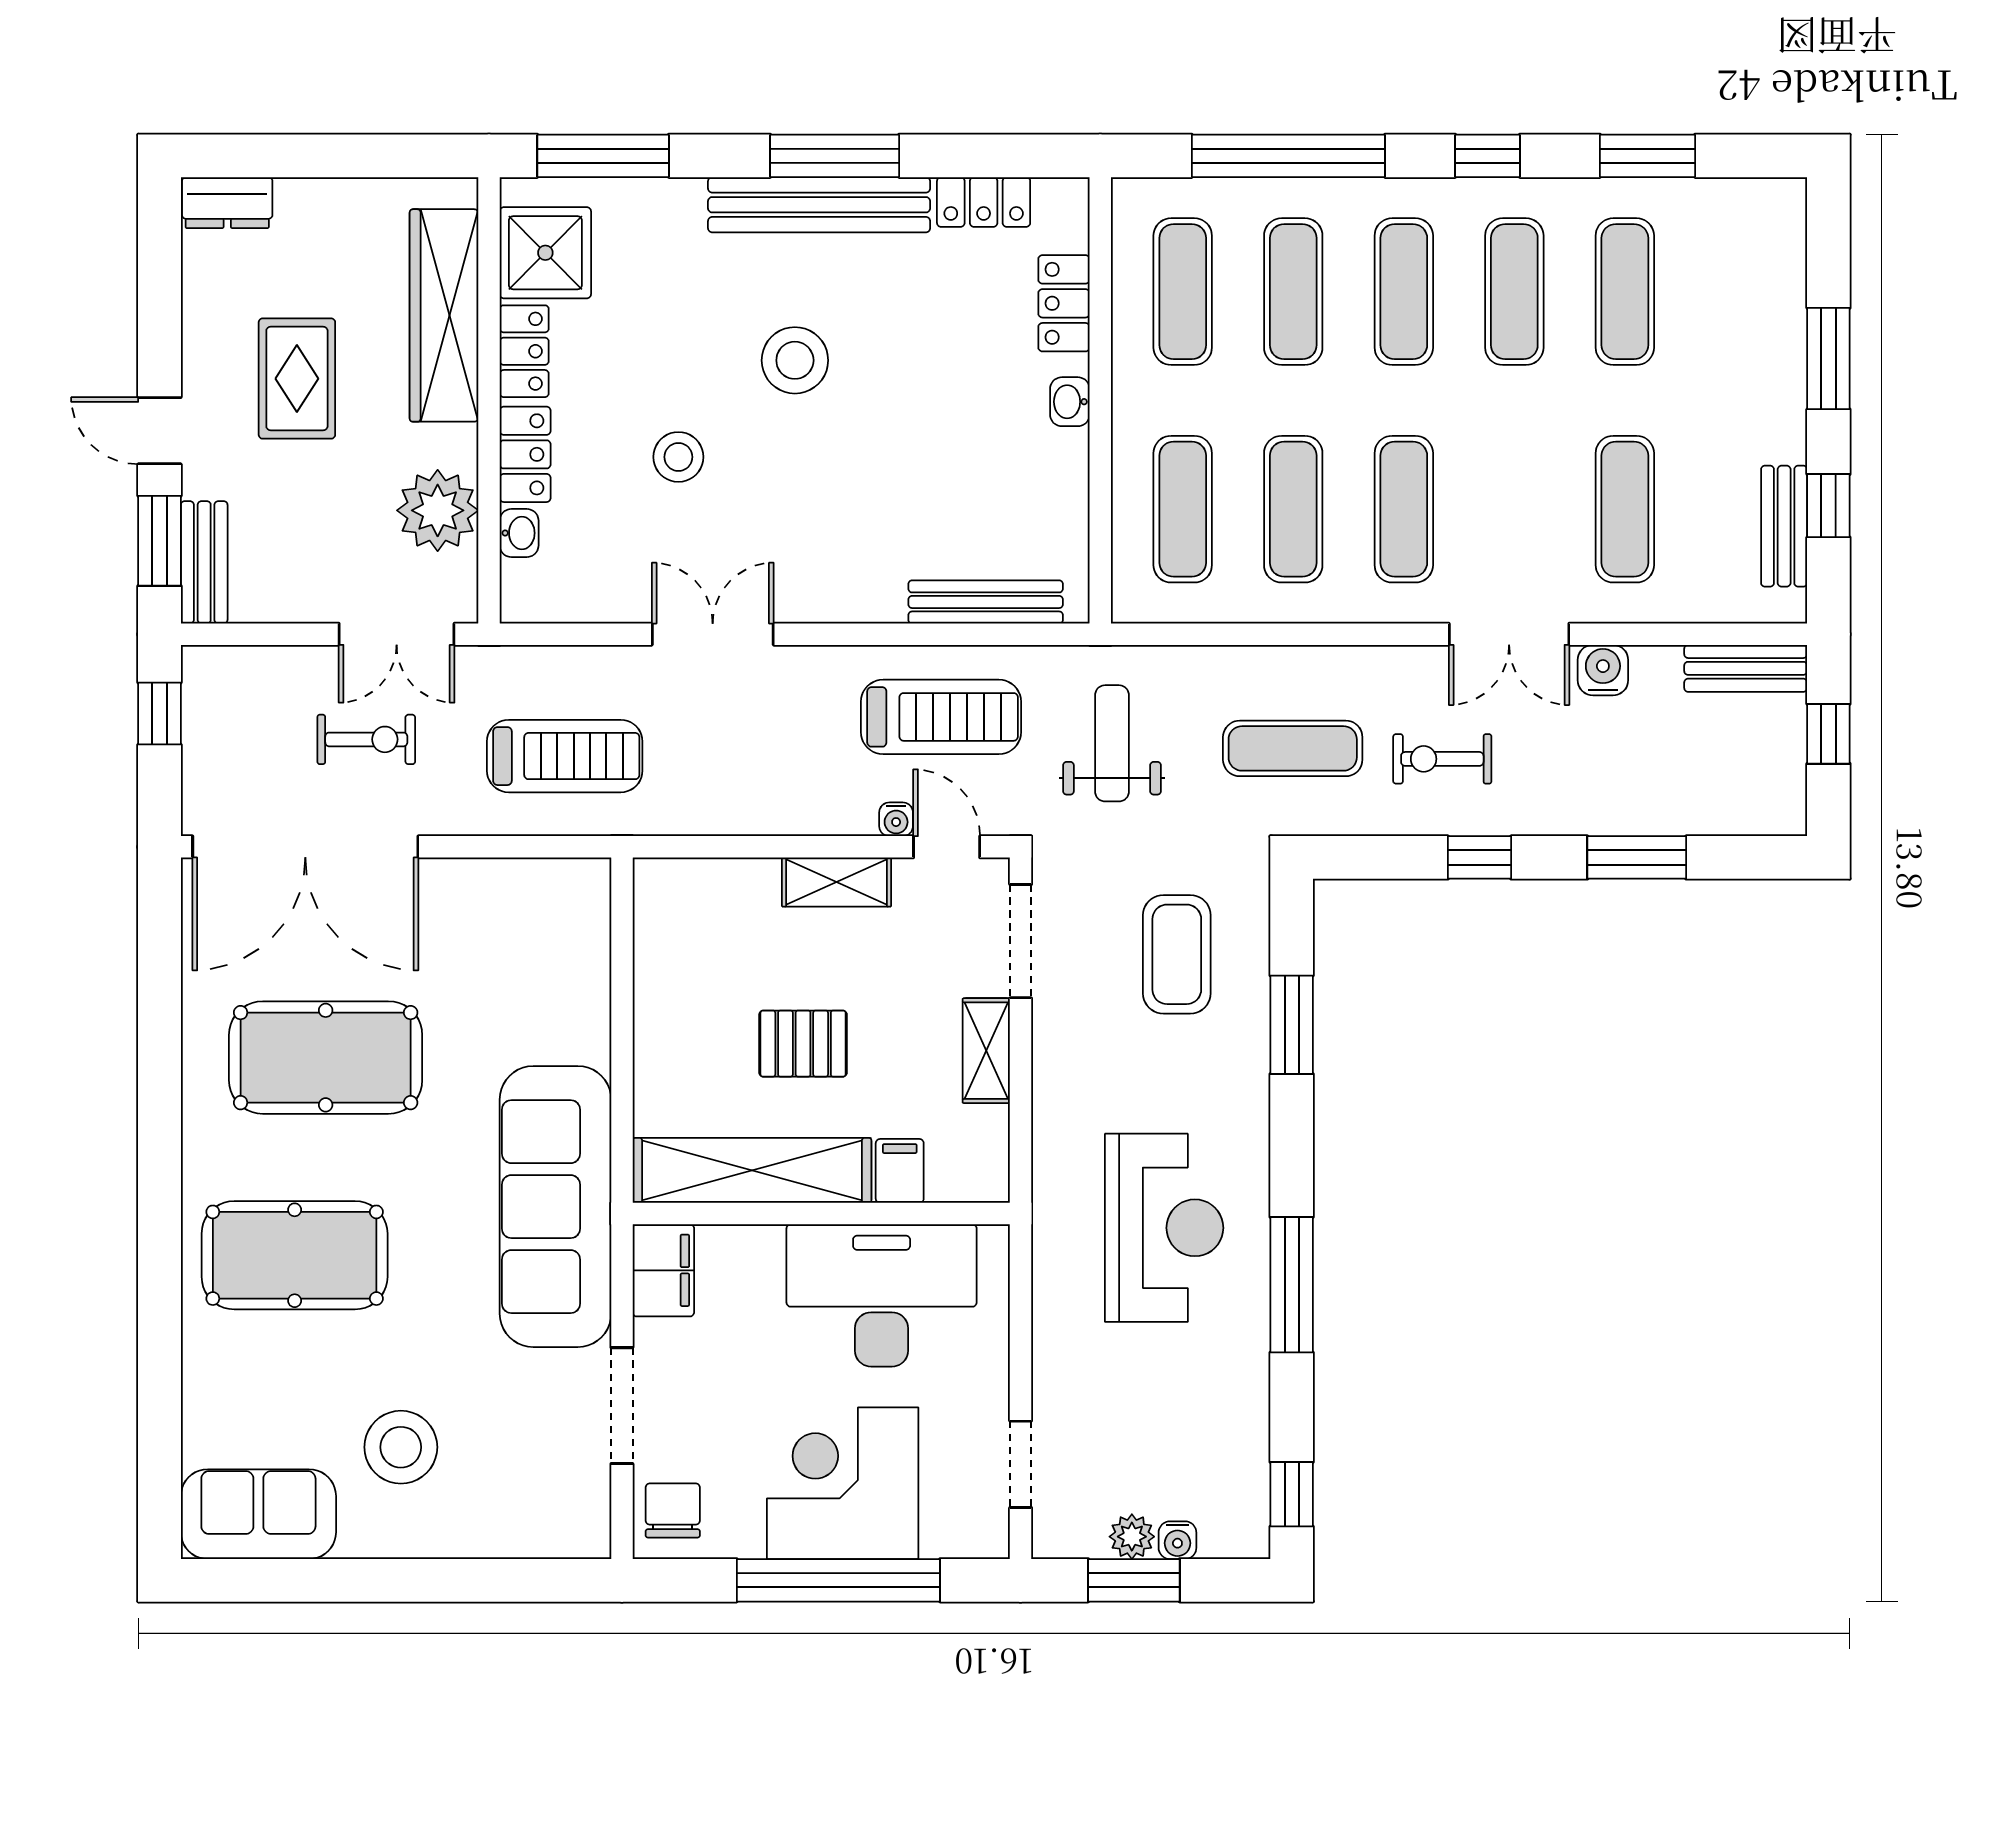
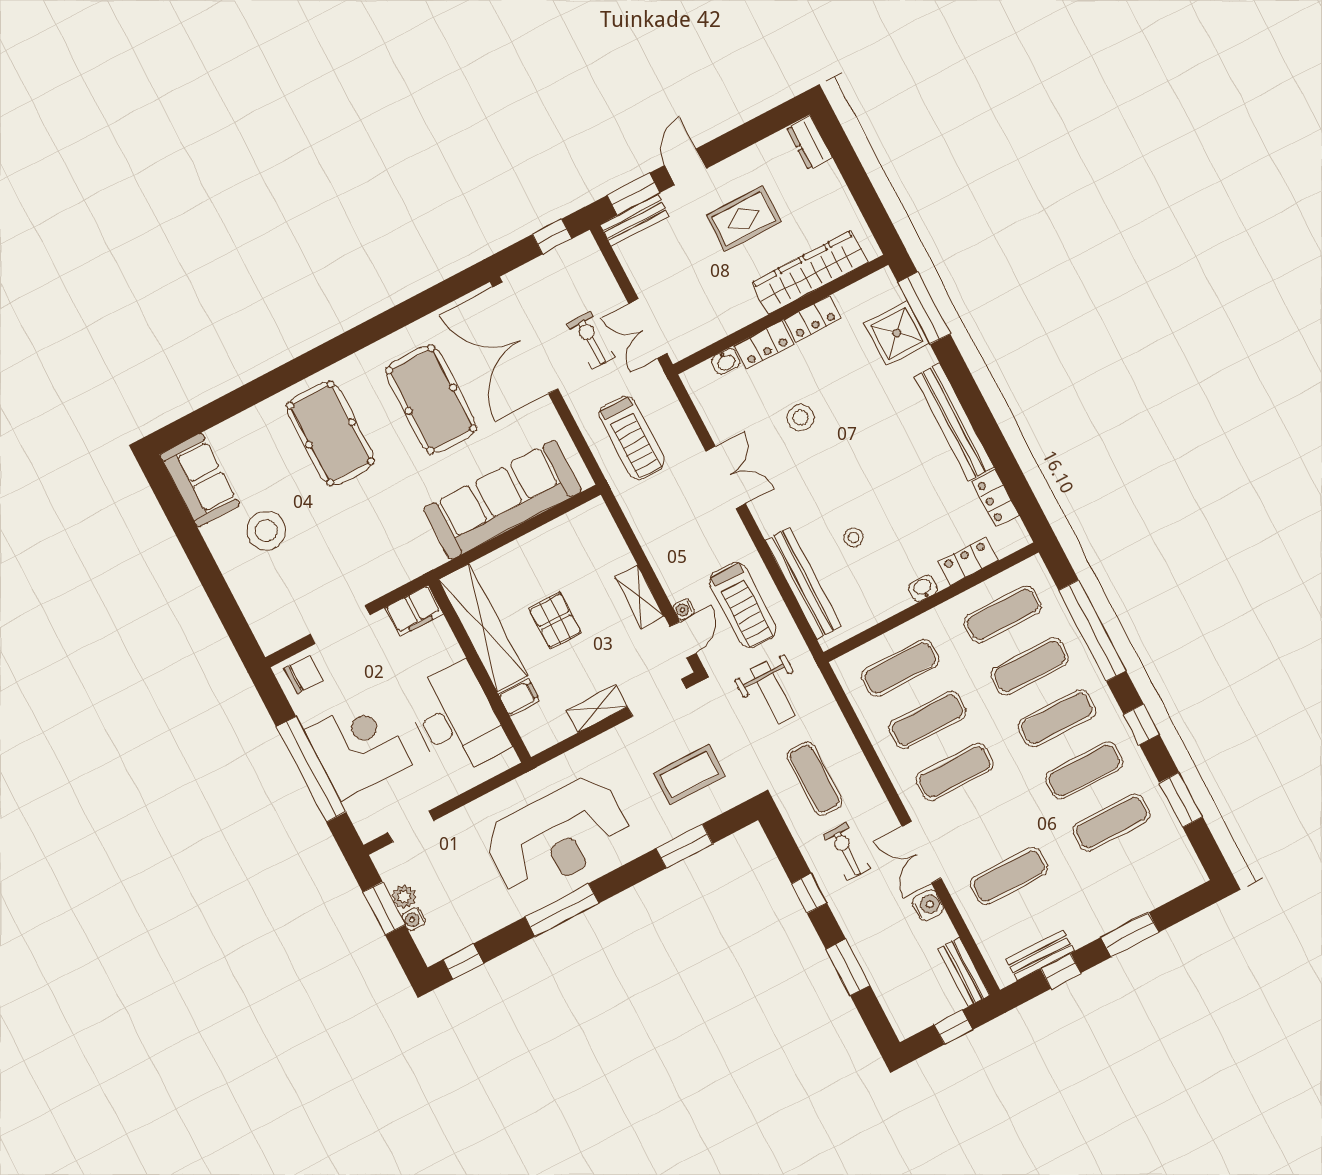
window: (835, 156) -> (981, 417), removed
shower: (545, 253) -> (897, 333), moved
stool: (795, 360) -> (854, 538), moved, width x0.53, depth x0.53
plant: (438, 510) -> (716, 317), removed
bench: (986, 602) -> (803, 583), width x1.37, depth x1.21
exercise bike: (366, 739) -> (591, 340), turned 180
weight bench: (1112, 743) -> (773, 692), turned 90
sofa: (555, 1207) -> (503, 500), moved
reception desk: (1164, 1228) -> (557, 836), width x1.36, depth x1.30

